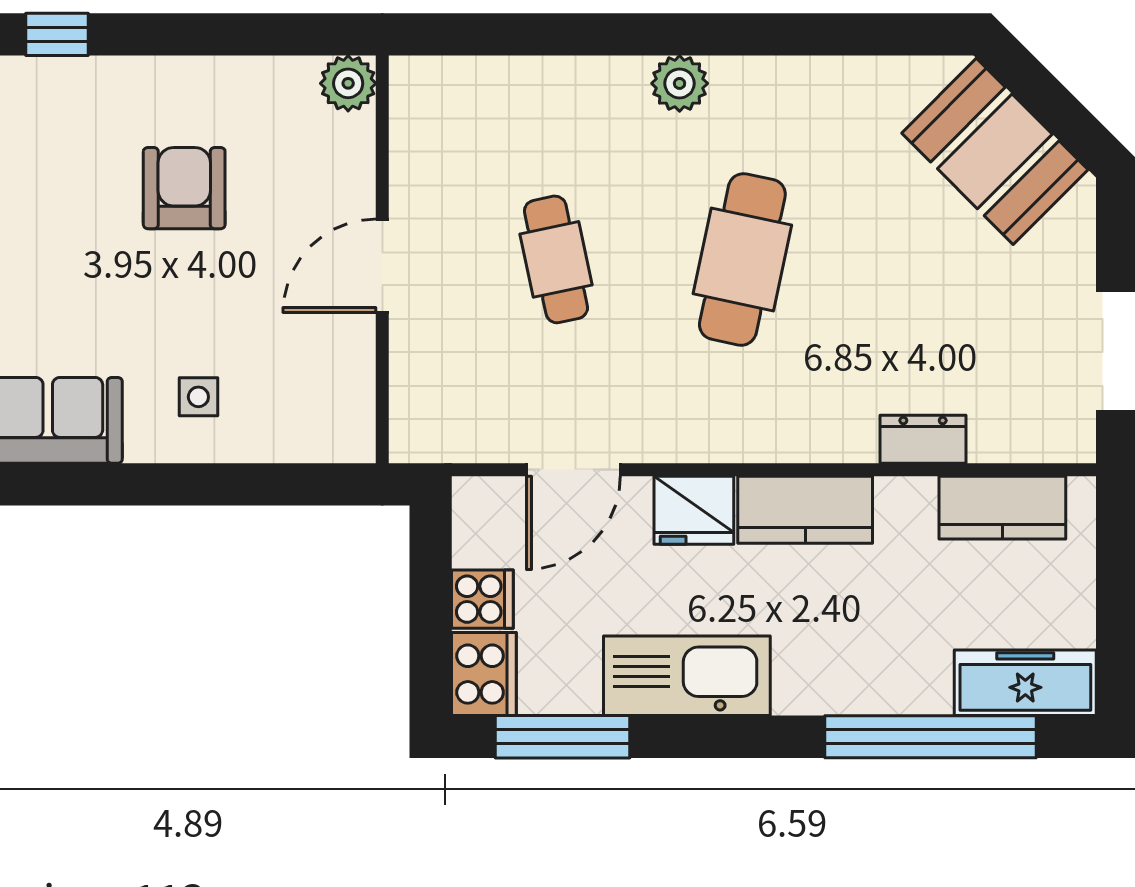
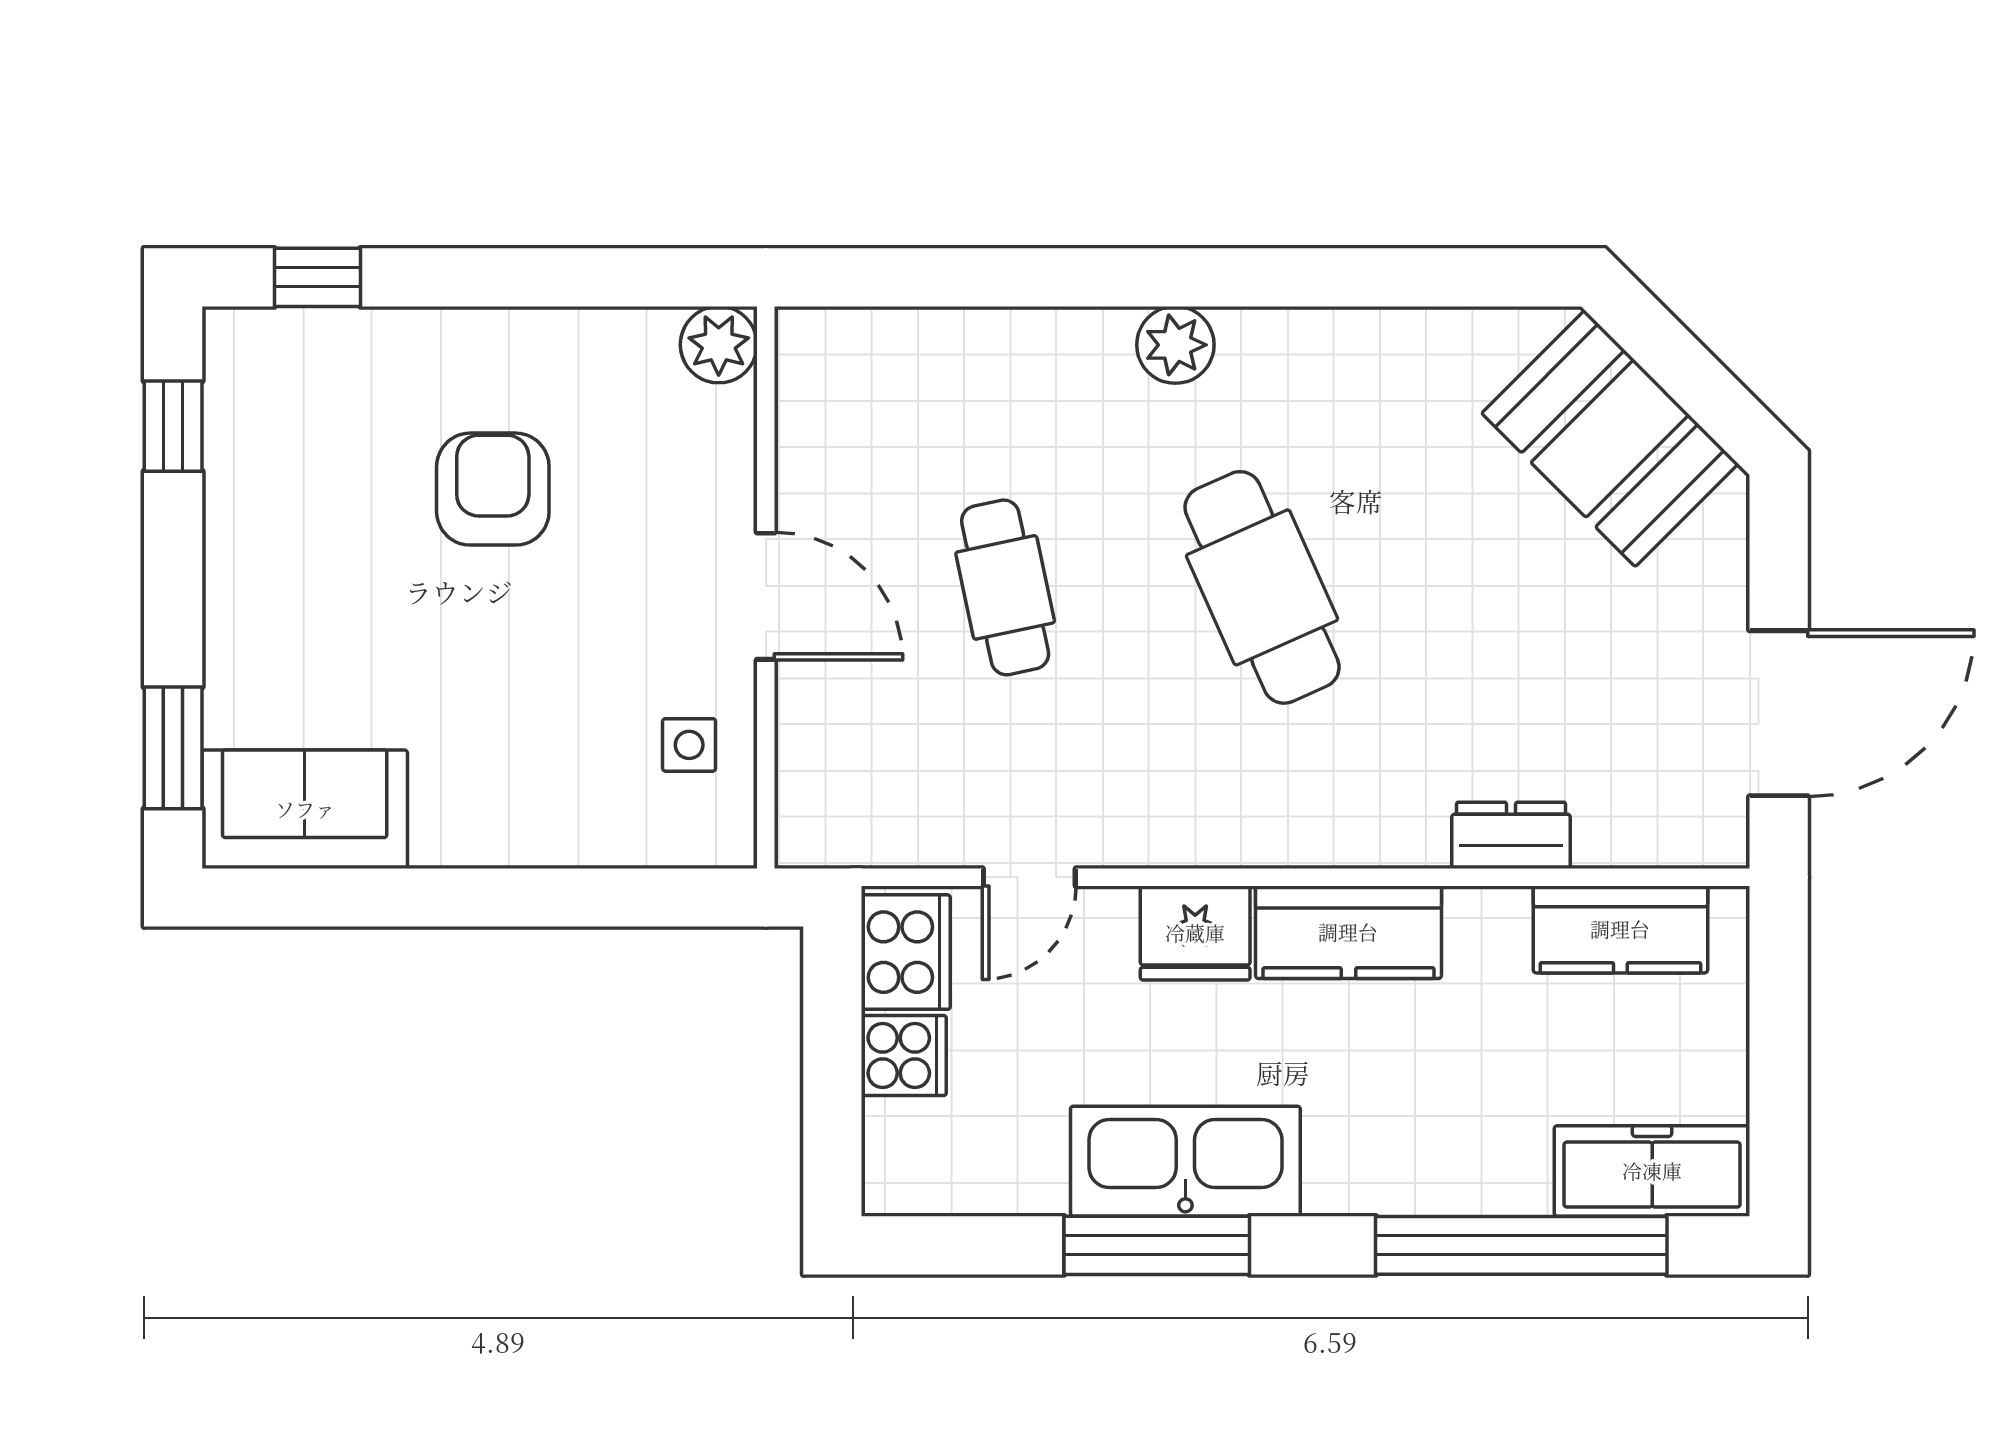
cafe table: (742, 259) -> (1262, 587), turned -36
door: (382, 266) -> (766, 596), swing flipped
side table: (198, 397) -> (689, 745), moved
door: (573, 470) -> (1029, 877), width x0.73
cooker: (484, 674) -> (906, 952), moved
window: (563, 737) -> (1157, 1245), moved

